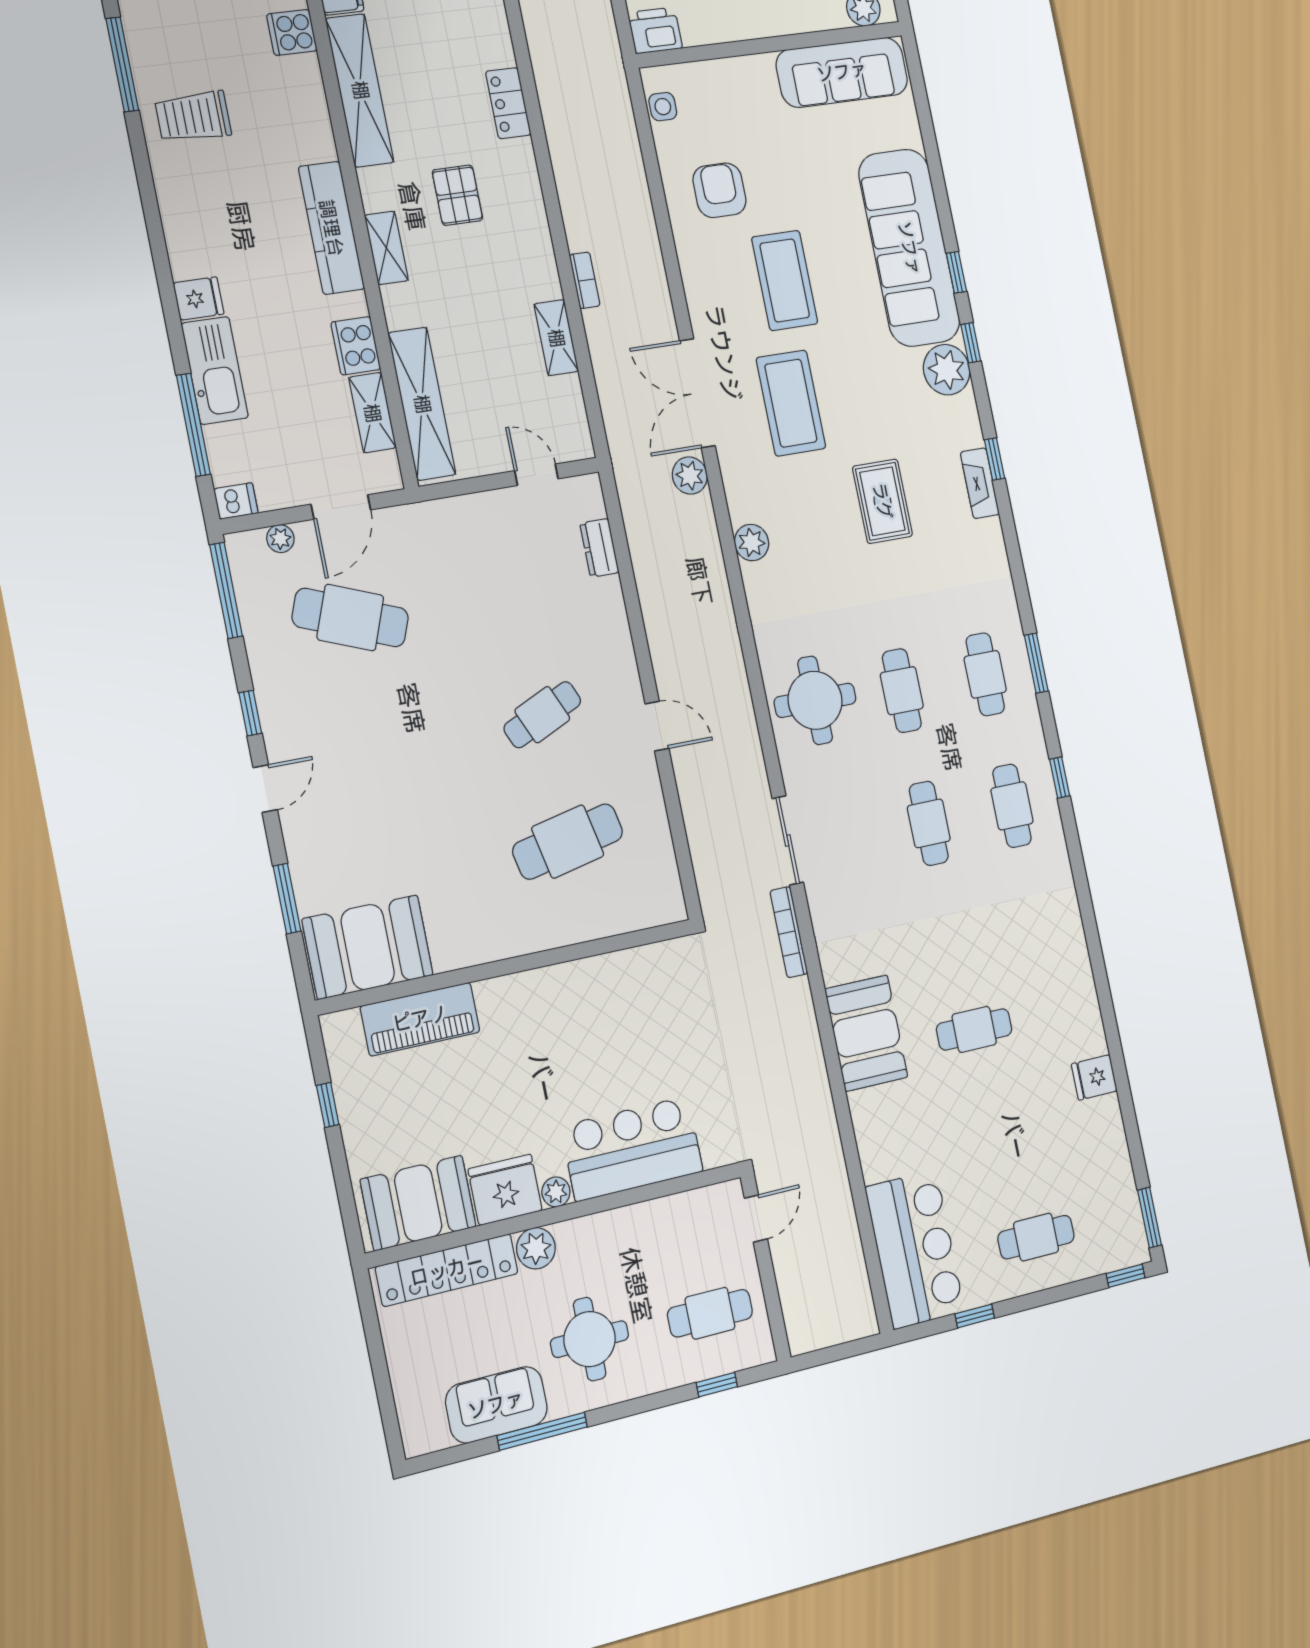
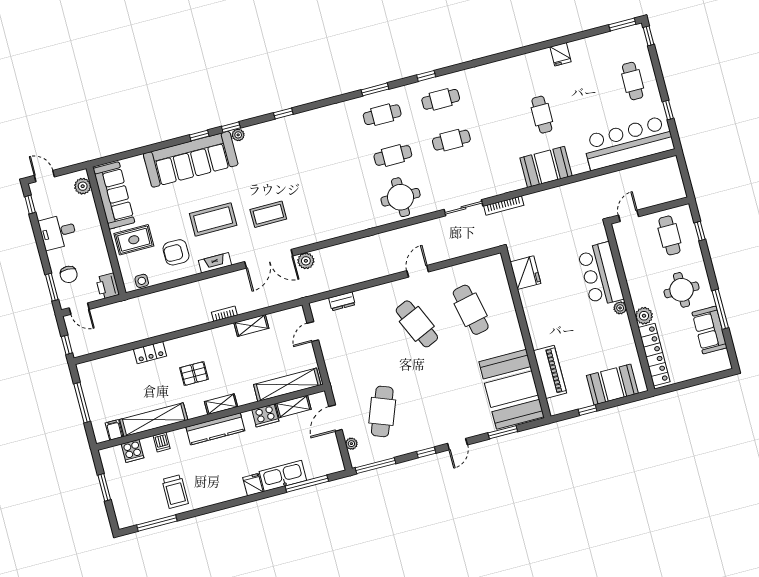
plant: (947, 370) -> (238, 135), width x0.53, depth x0.53
coffee table: (791, 403) -> (268, 214), width x0.73, depth x0.76
fireplace: (980, 483) -> (215, 263), moved, turned 180
dishwasher: (236, 501) -> (162, 442), moved, turned 180
rug: (882, 501) -> (134, 240), moved
door: (341, 507) -> (335, 418), swing flipped
plant: (752, 543) -> (333, 230), removed
cafe table: (542, 715) -> (417, 324), width x1.37, depth x1.35
door: (265, 789) -> (457, 444), swing flipped
booth: (368, 947) -> (511, 389), width x1.36, depth x1.42
fridge: (505, 1190) -> (525, 273), moved, turned 180
booth: (418, 1203) -> (612, 384), moved, turned 90
door: (756, 1219) -> (629, 216), hinge flipped
bar counter: (915, 1249) -> (628, 143), width x1.36

